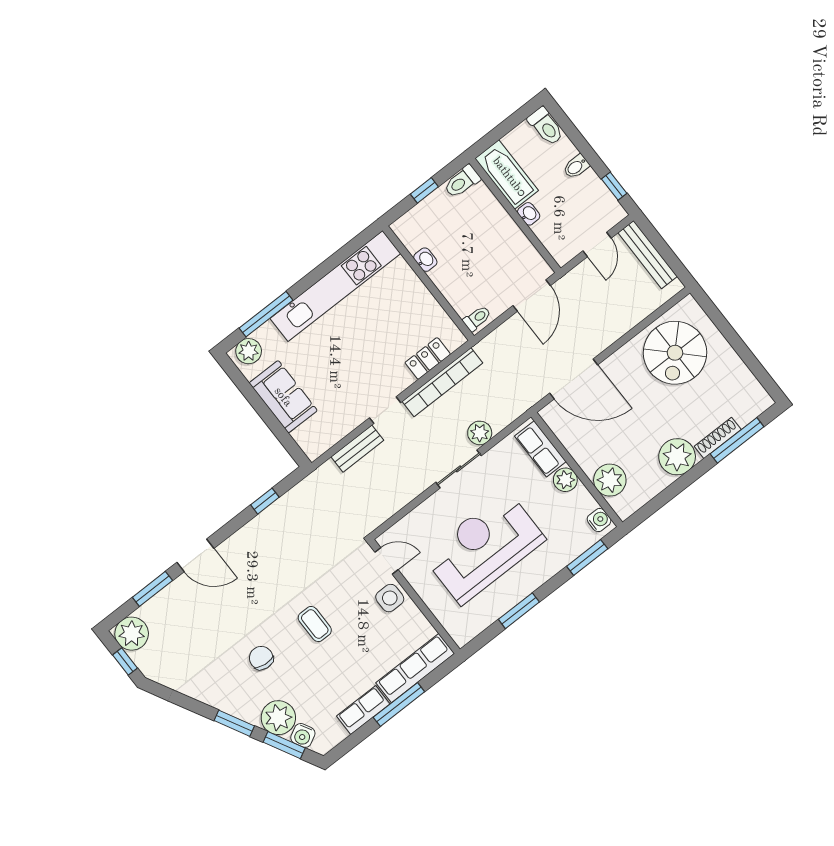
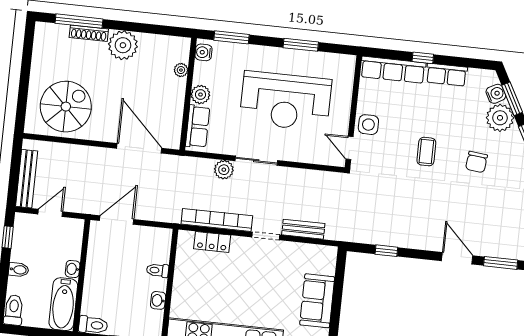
toilet: (477, 318) -> (158, 270), moved
plant: (610, 480) -> (181, 70), width x0.53, depth x0.53
window: (399, 704) -> (423, 58), width x0.46

